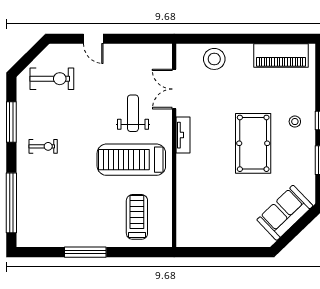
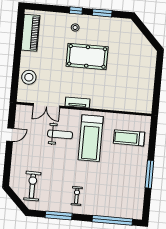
door: (93, 39) -> (10, 135), moved
weight bench: (133, 113) -> (60, 134), turned 180
sofa: (285, 213) -> (135, 40), removed

